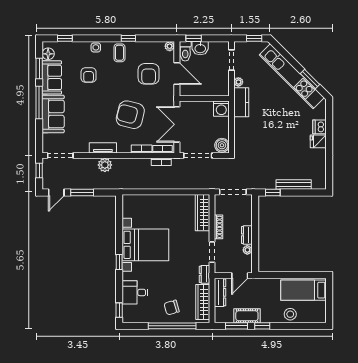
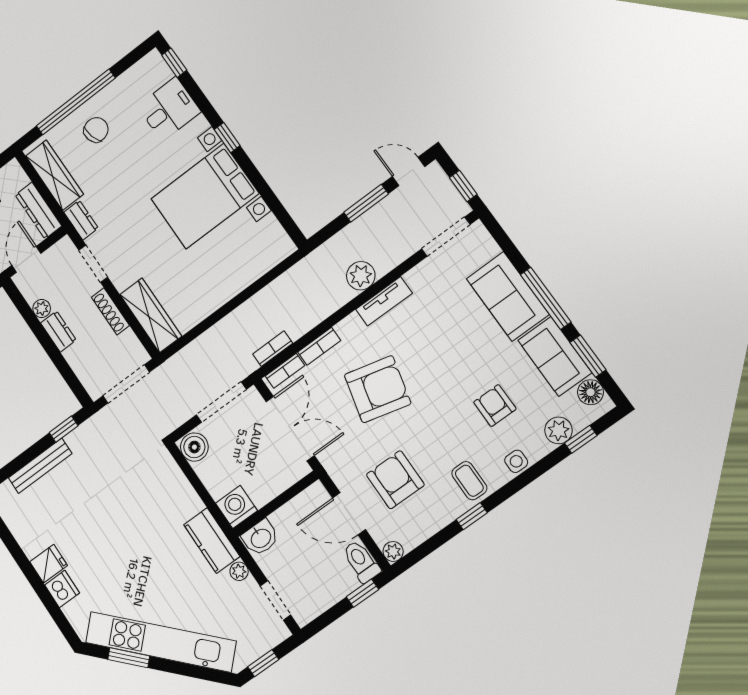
plant: (71, 48) -> (559, 430), added
washbasin: (200, 48) -> (260, 538), moved, turned 180
door: (56, 192) -> (409, 171), hinge flipped

